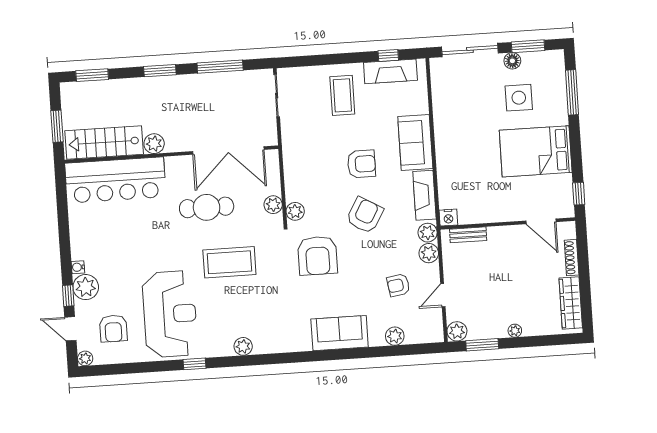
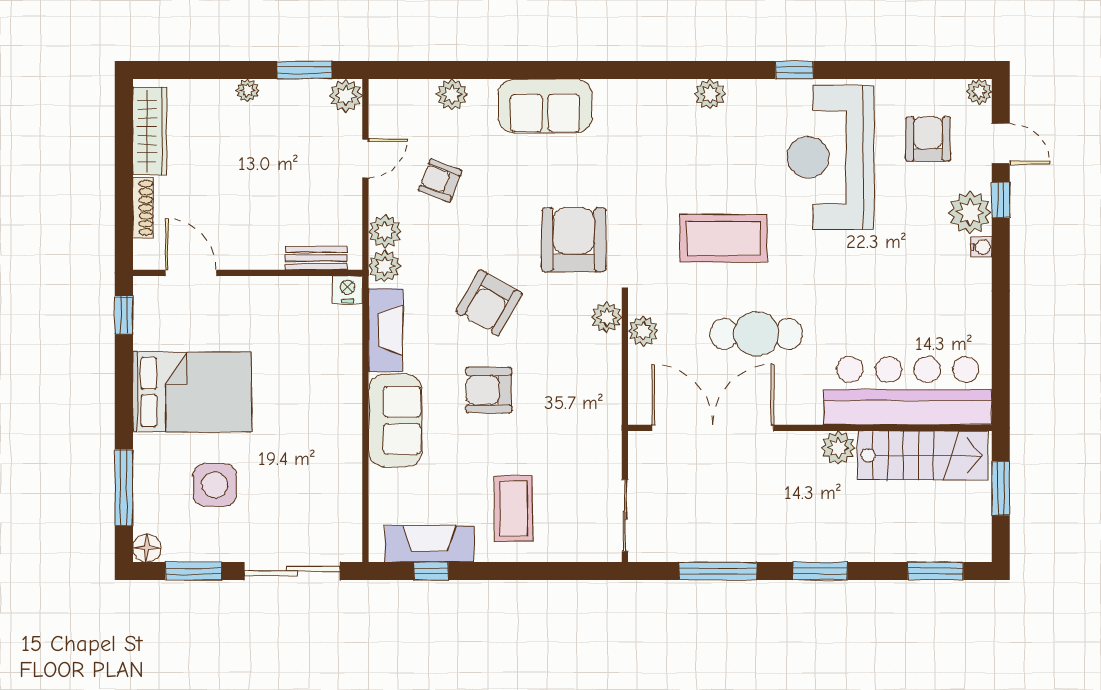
floor lamp: (512, 61) -> (147, 548), moved
armchair: (398, 285) -> (440, 181), turned -150

